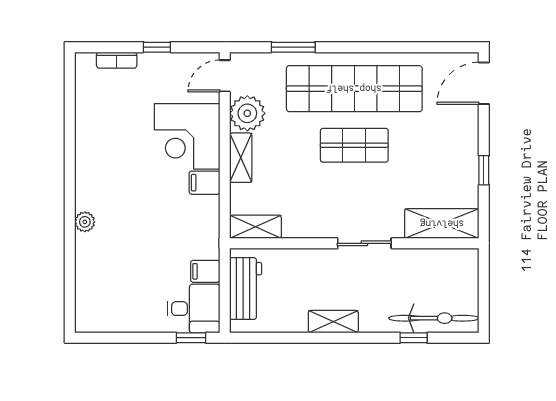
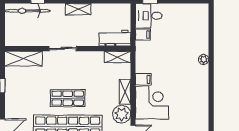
workbench: (246, 288) -> (115, 38), moved, turned 90

